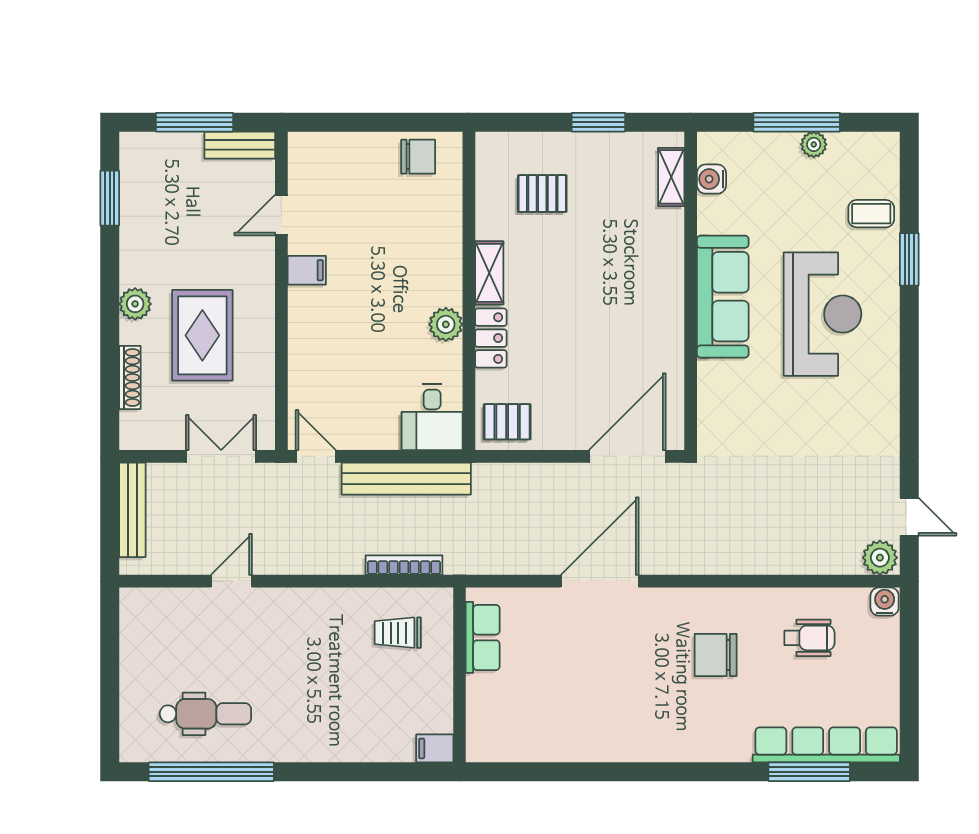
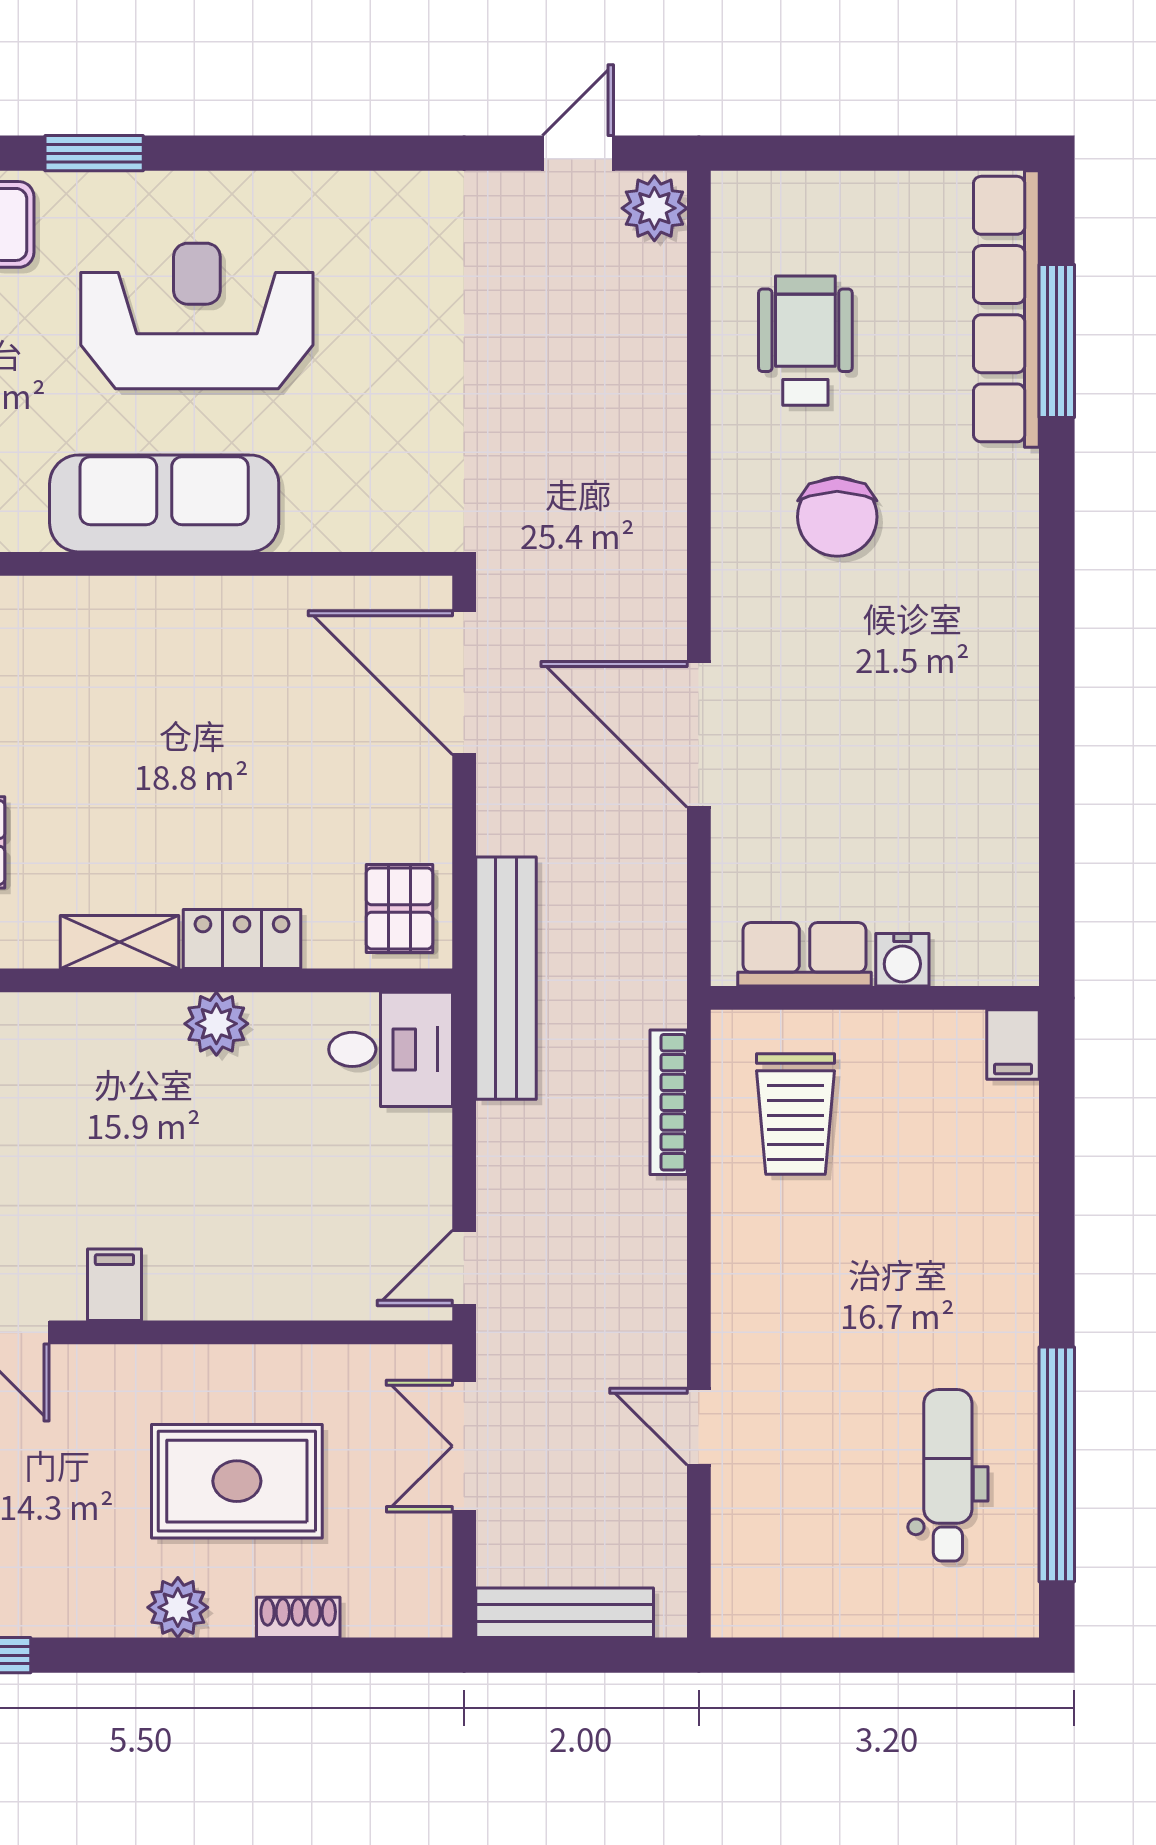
shoe rack: (130, 377) -> (298, 1617), width x0.70
bench: (406, 479) -> (506, 978), moved
water cooler: (885, 602) -> (902, 960), moved, turned -90
trolley: (398, 633) -> (795, 1114), width x1.36, depth x1.39
wheelchair: (809, 638) -> (805, 341), width x1.36, depth x1.37

